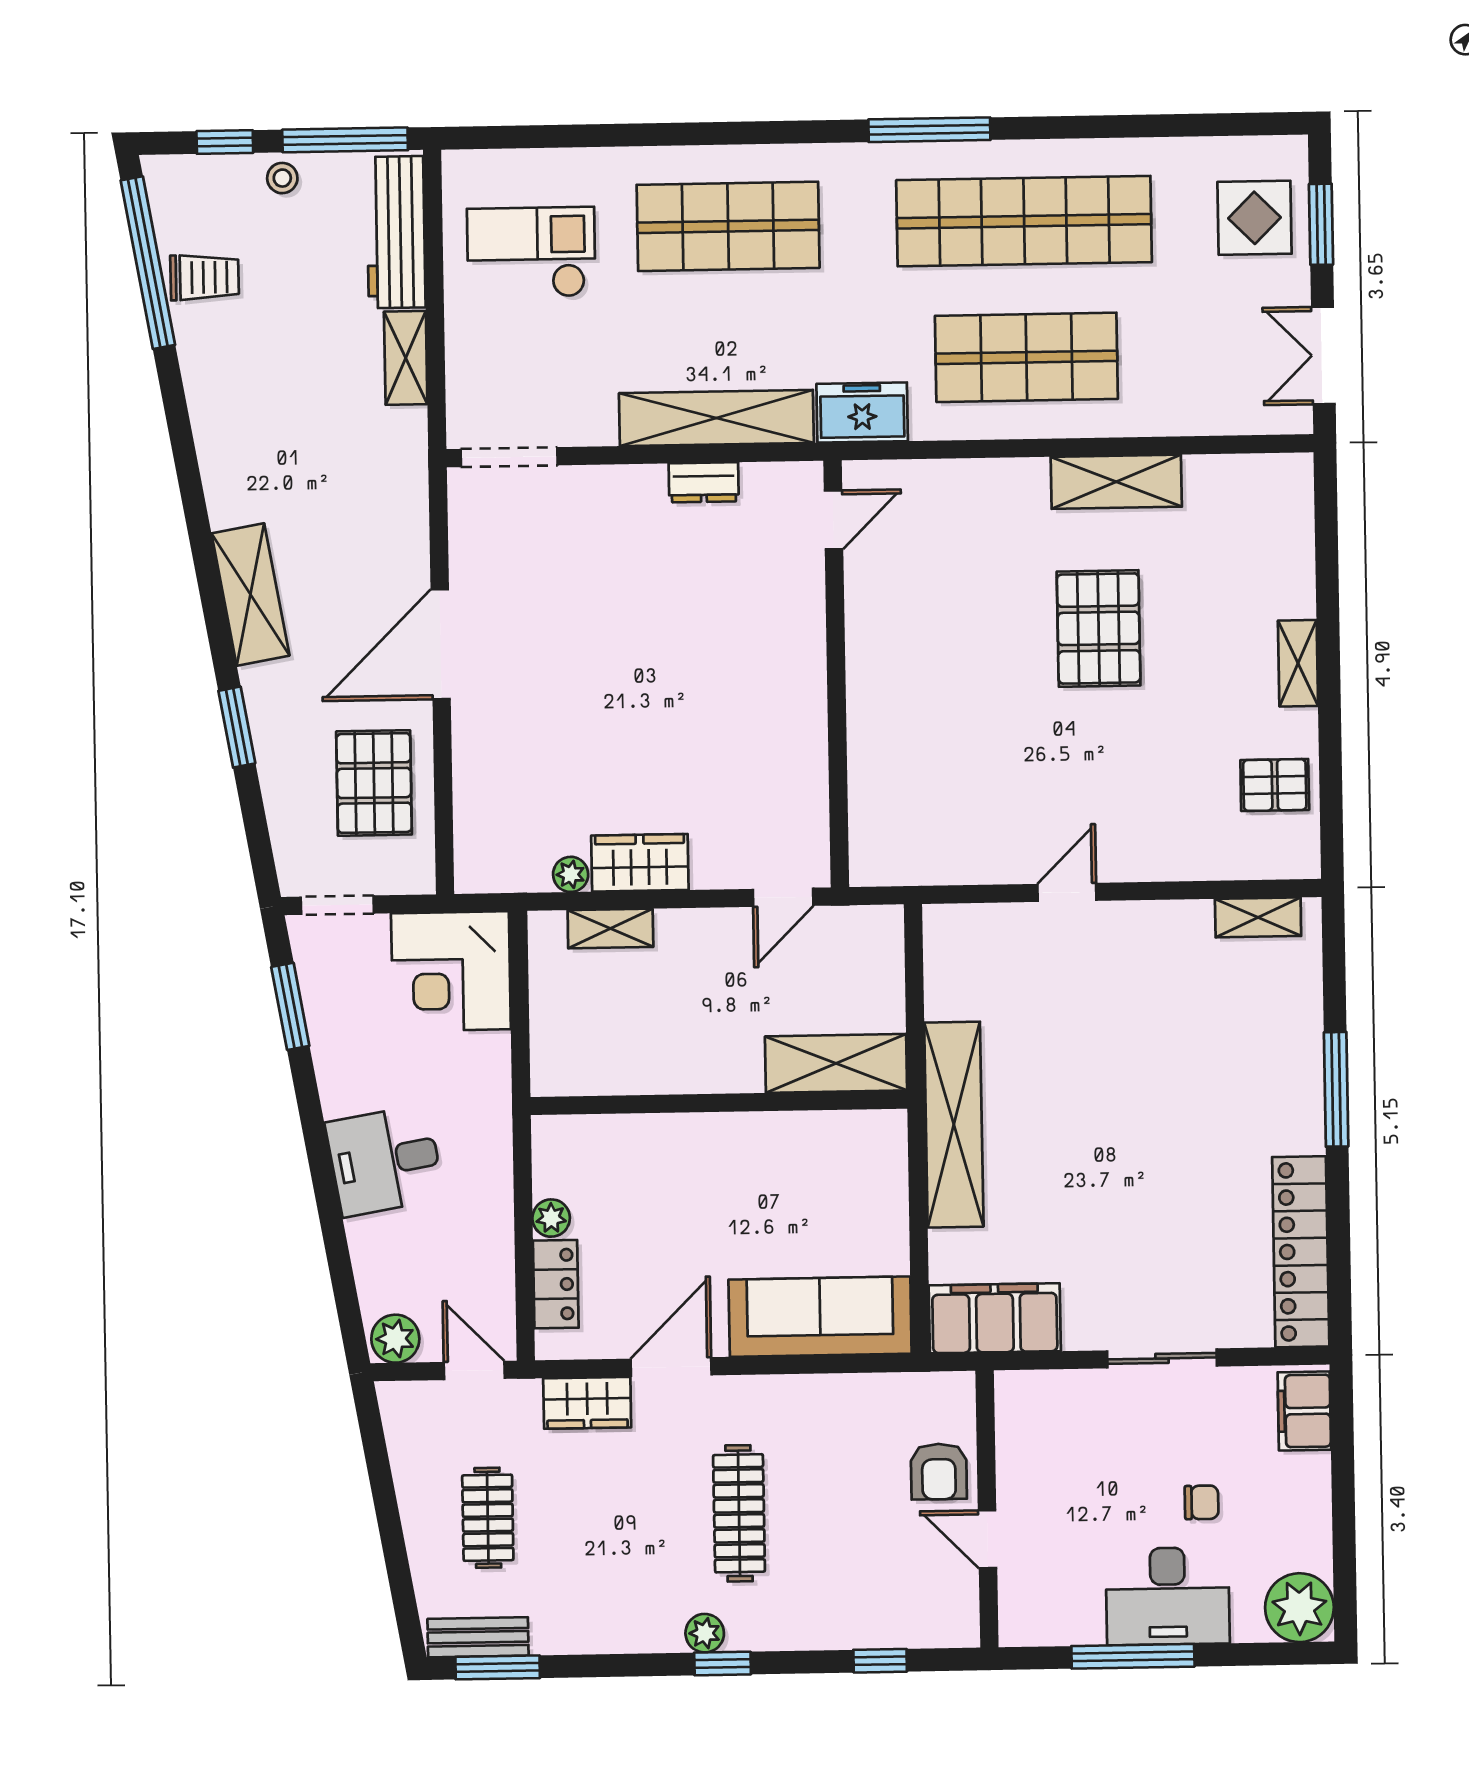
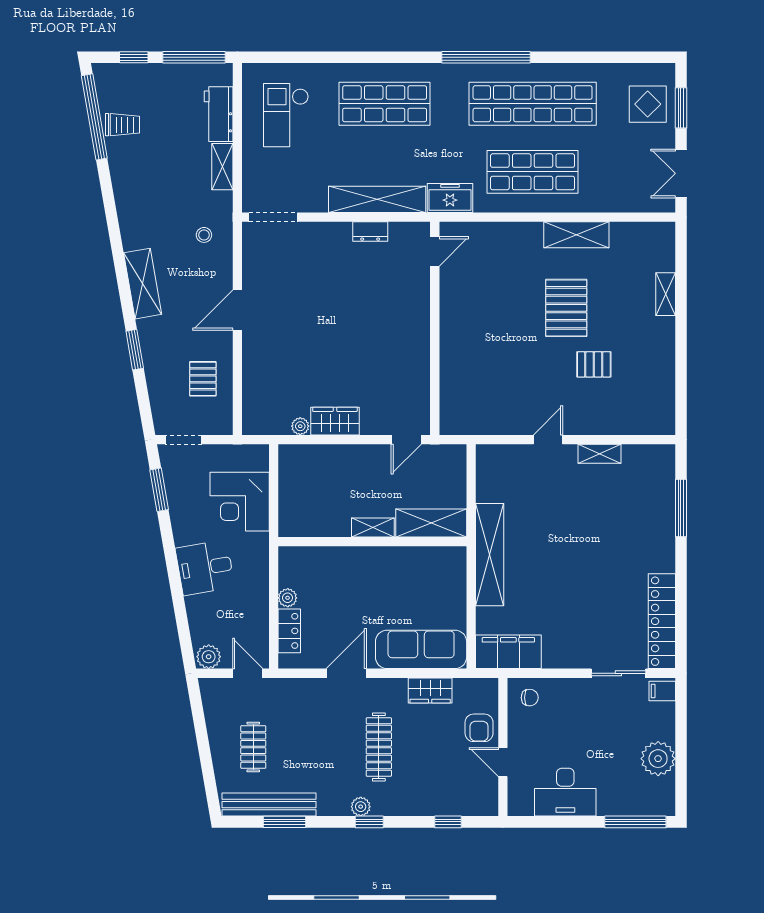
window: (929, 130) -> (486, 57), width x1.46
stool: (282, 178) -> (204, 235), moved
workbench: (396, 232) -> (219, 114), width x0.73
checkout: (531, 252) -> (286, 115), turned -90
door: (441, 644) -> (237, 310), width x0.73
shelving: (1298, 663) -> (666, 294), moved
pallet: (374, 783) -> (203, 379), width x0.67, depth x0.71
pallet: (1275, 785) -> (594, 364), moved
shelving: (1258, 917) -> (600, 454), moved
shelving: (610, 929) -> (373, 528), moved
corner desk: (451, 971) -> (240, 502), moved
window: (1336, 1089) -> (681, 508), moved
sliding door: (1162, 1358) -> (618, 673), moved
wardrobe: (587, 1403) -> (430, 690), moved
filing cabinet: (1304, 1411) -> (662, 691), width x0.50
chair: (1202, 1502) -> (530, 698), moved
desk: (1168, 1596) -> (565, 792), moved
plant: (1299, 1608) -> (658, 759), moved
bench: (478, 1637) -> (269, 805), width x1.86, depth x1.21
window: (1133, 1656) -> (635, 822), moved
window: (498, 1667) -> (284, 822), moved

